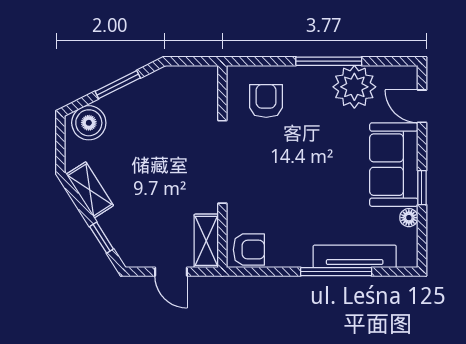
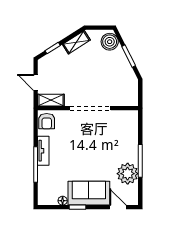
armchair: (266, 101) -> (121, 130), removed
door: (422, 106) -> (118, 207), hinge flipped
tv unit: (355, 256) -> (43, 151), moved, width x0.71
door: (171, 272) -> (36, 83), hinge flipped

